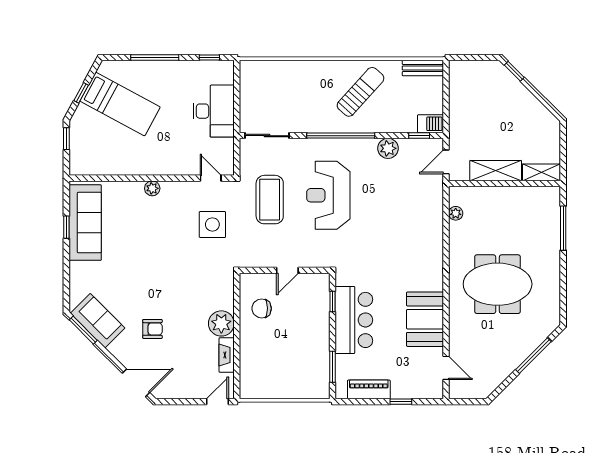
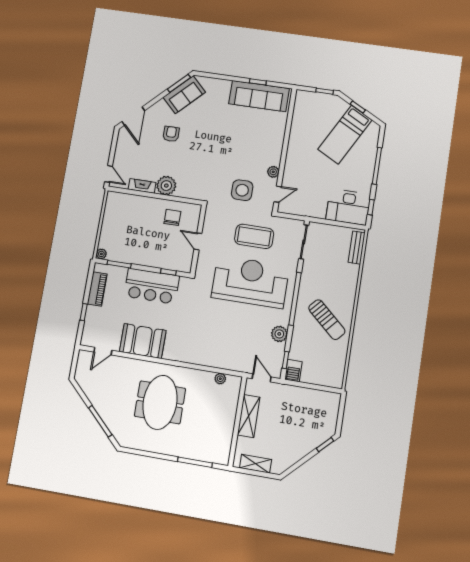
bench: (423, 68) -> (357, 248), moved
desk: (214, 111) -> (348, 207), moved
shelving: (542, 172) -> (256, 464), moved, turned 90
plant: (152, 188) -> (273, 172), moved
reception desk: (328, 195) -> (250, 282), width x1.36, depth x1.30
armchair: (152, 329) -> (171, 134), turned 180
plant: (323, 392) -> (101, 254), added

